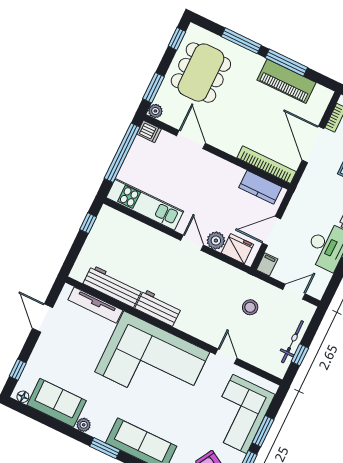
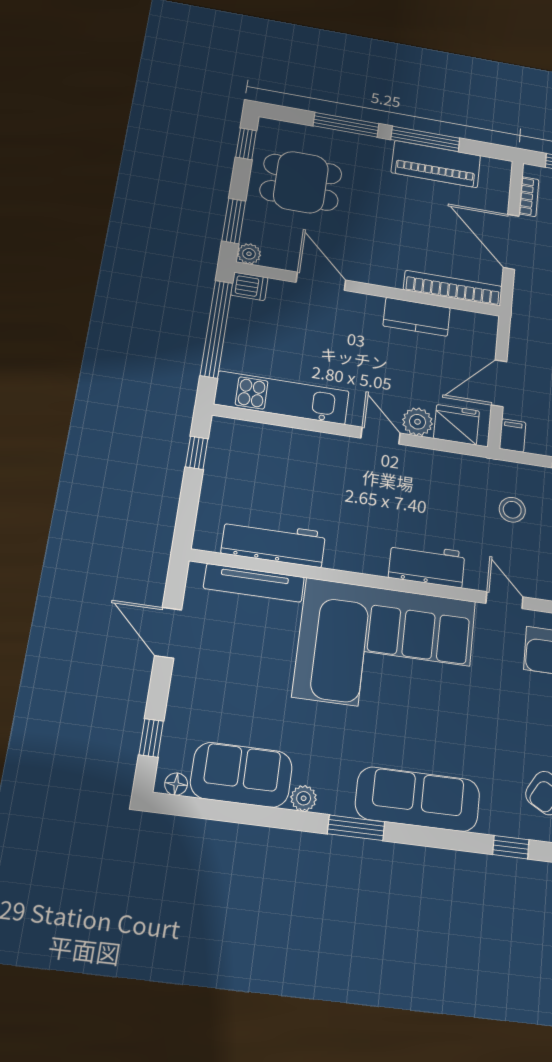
dining table: (201, 73) -> (301, 182), width x0.73
kitchen counter: (260, 187) -> (417, 317), moved
workbench: (158, 308) -> (427, 565), moved

